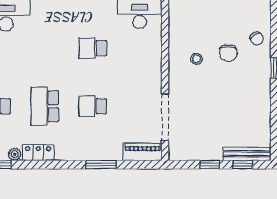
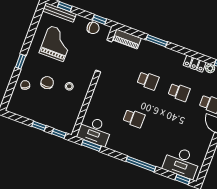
school desk: (45, 106) -> (179, 92), width x0.54
grand piano: (236, 110) -> (56, 43), added
chair: (194, 150) -> (93, 28), added
window: (210, 165) -> (100, 20), moved

